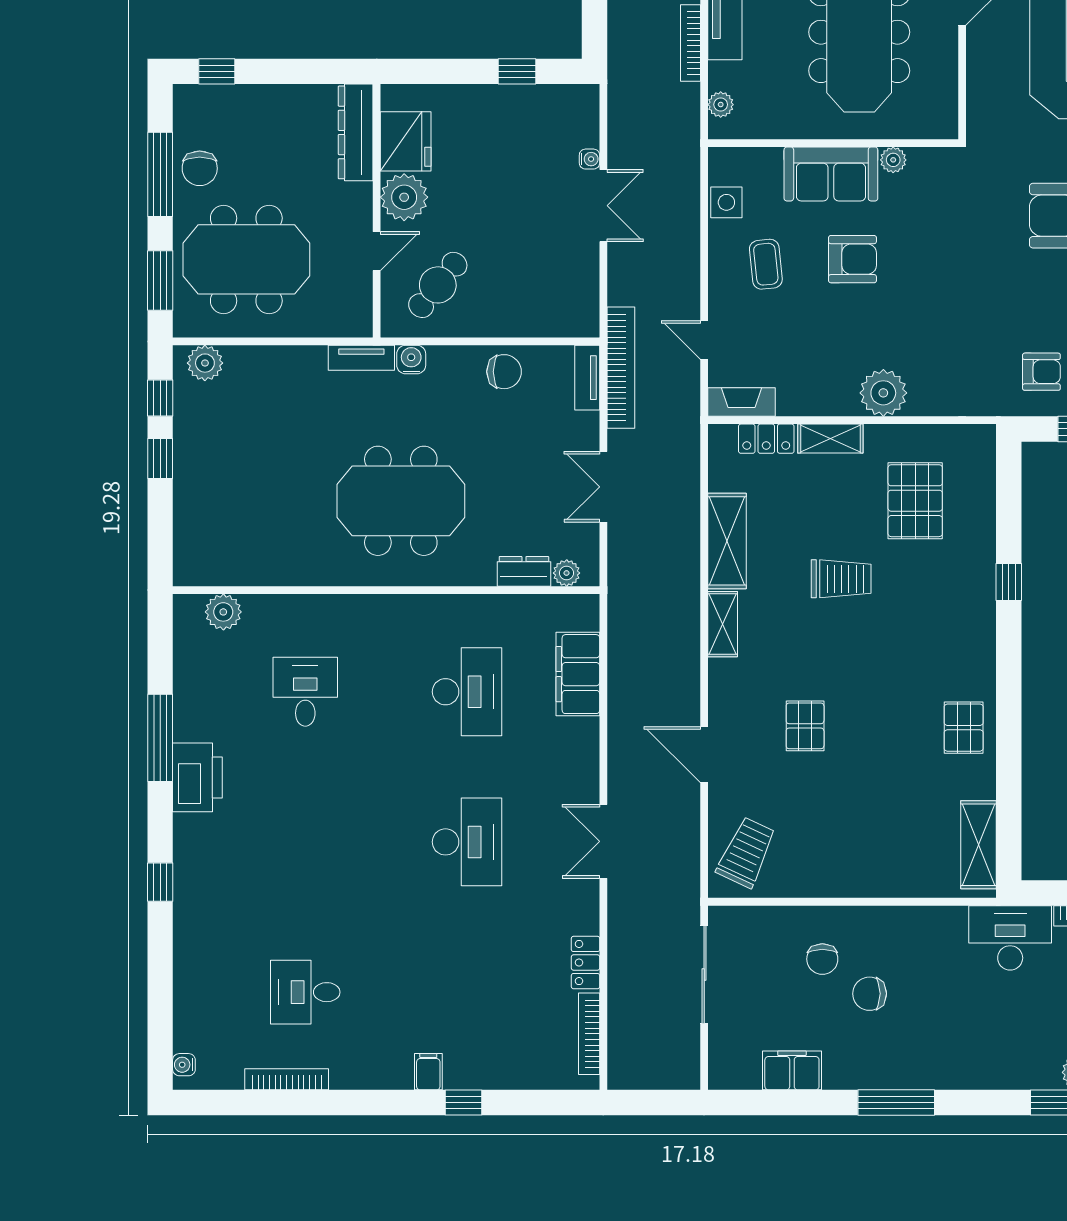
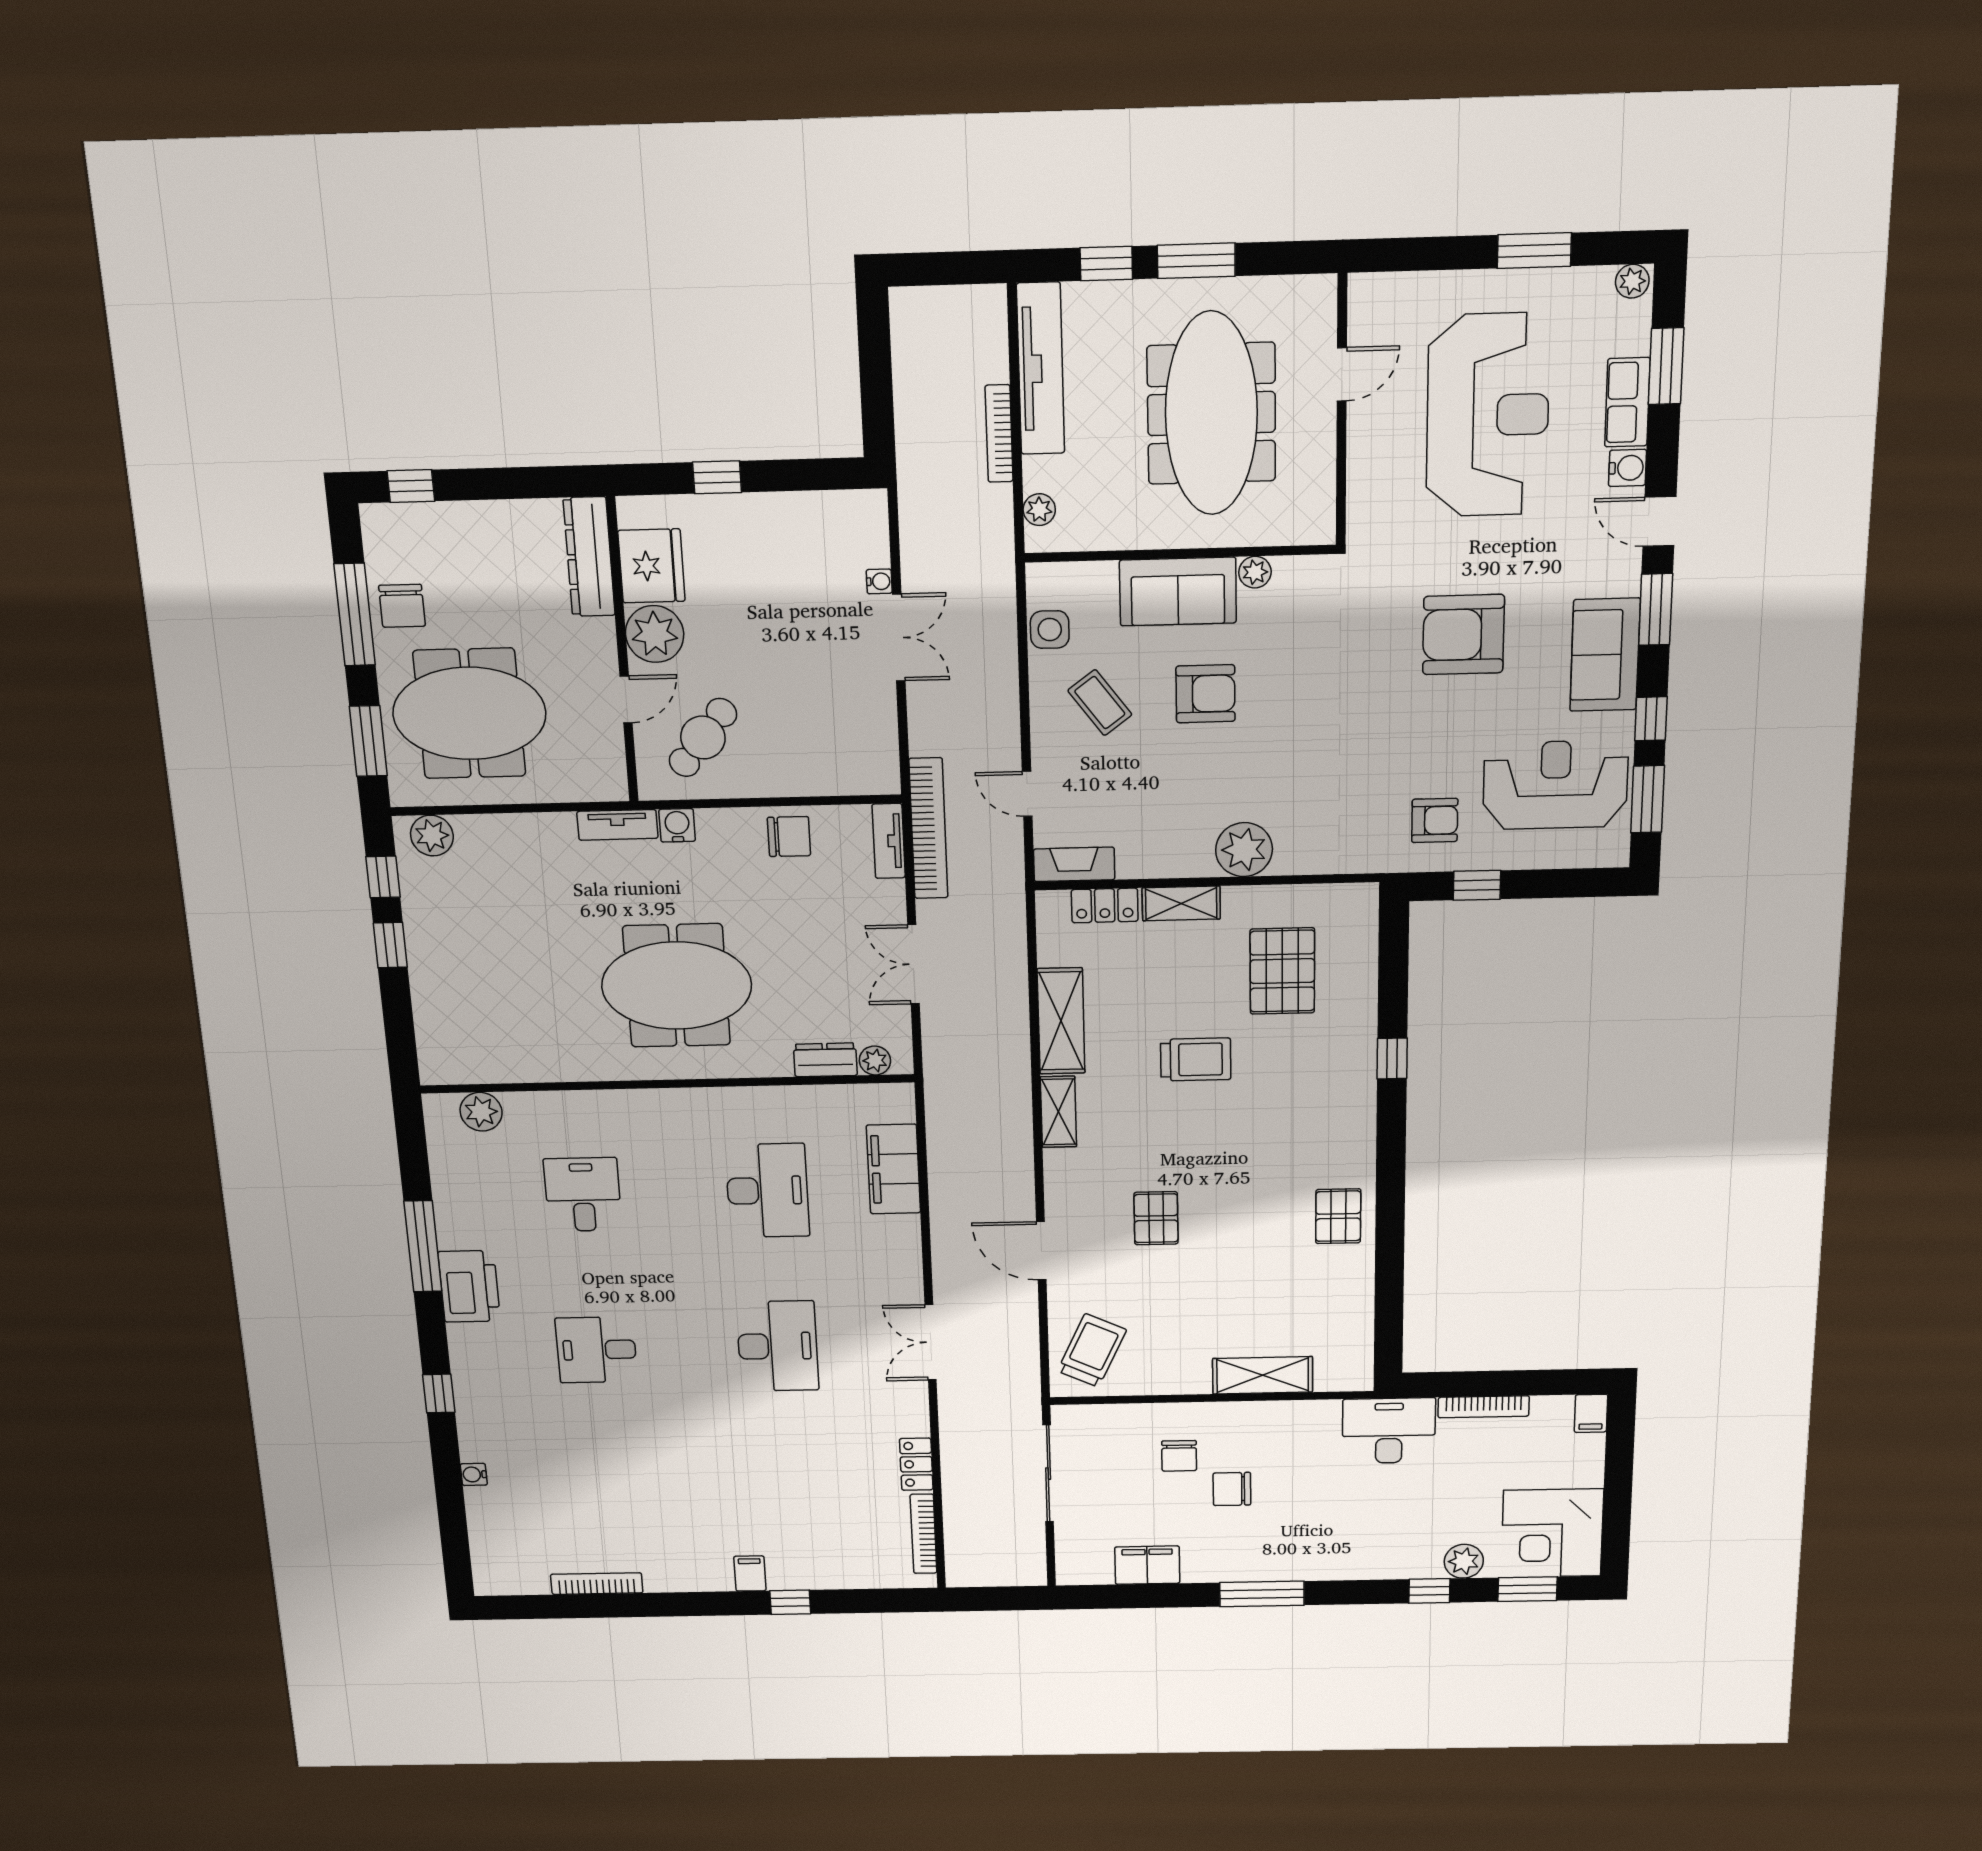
window: (517, 71) -> (717, 477), moved
coffee table: (766, 264) -> (1100, 703), turned -31
shelving: (978, 845) -> (1263, 1375), moved, turned 90
desk: (305, 992) -> (596, 1350), moved
water cooler: (184, 1065) -> (474, 1474), moved

